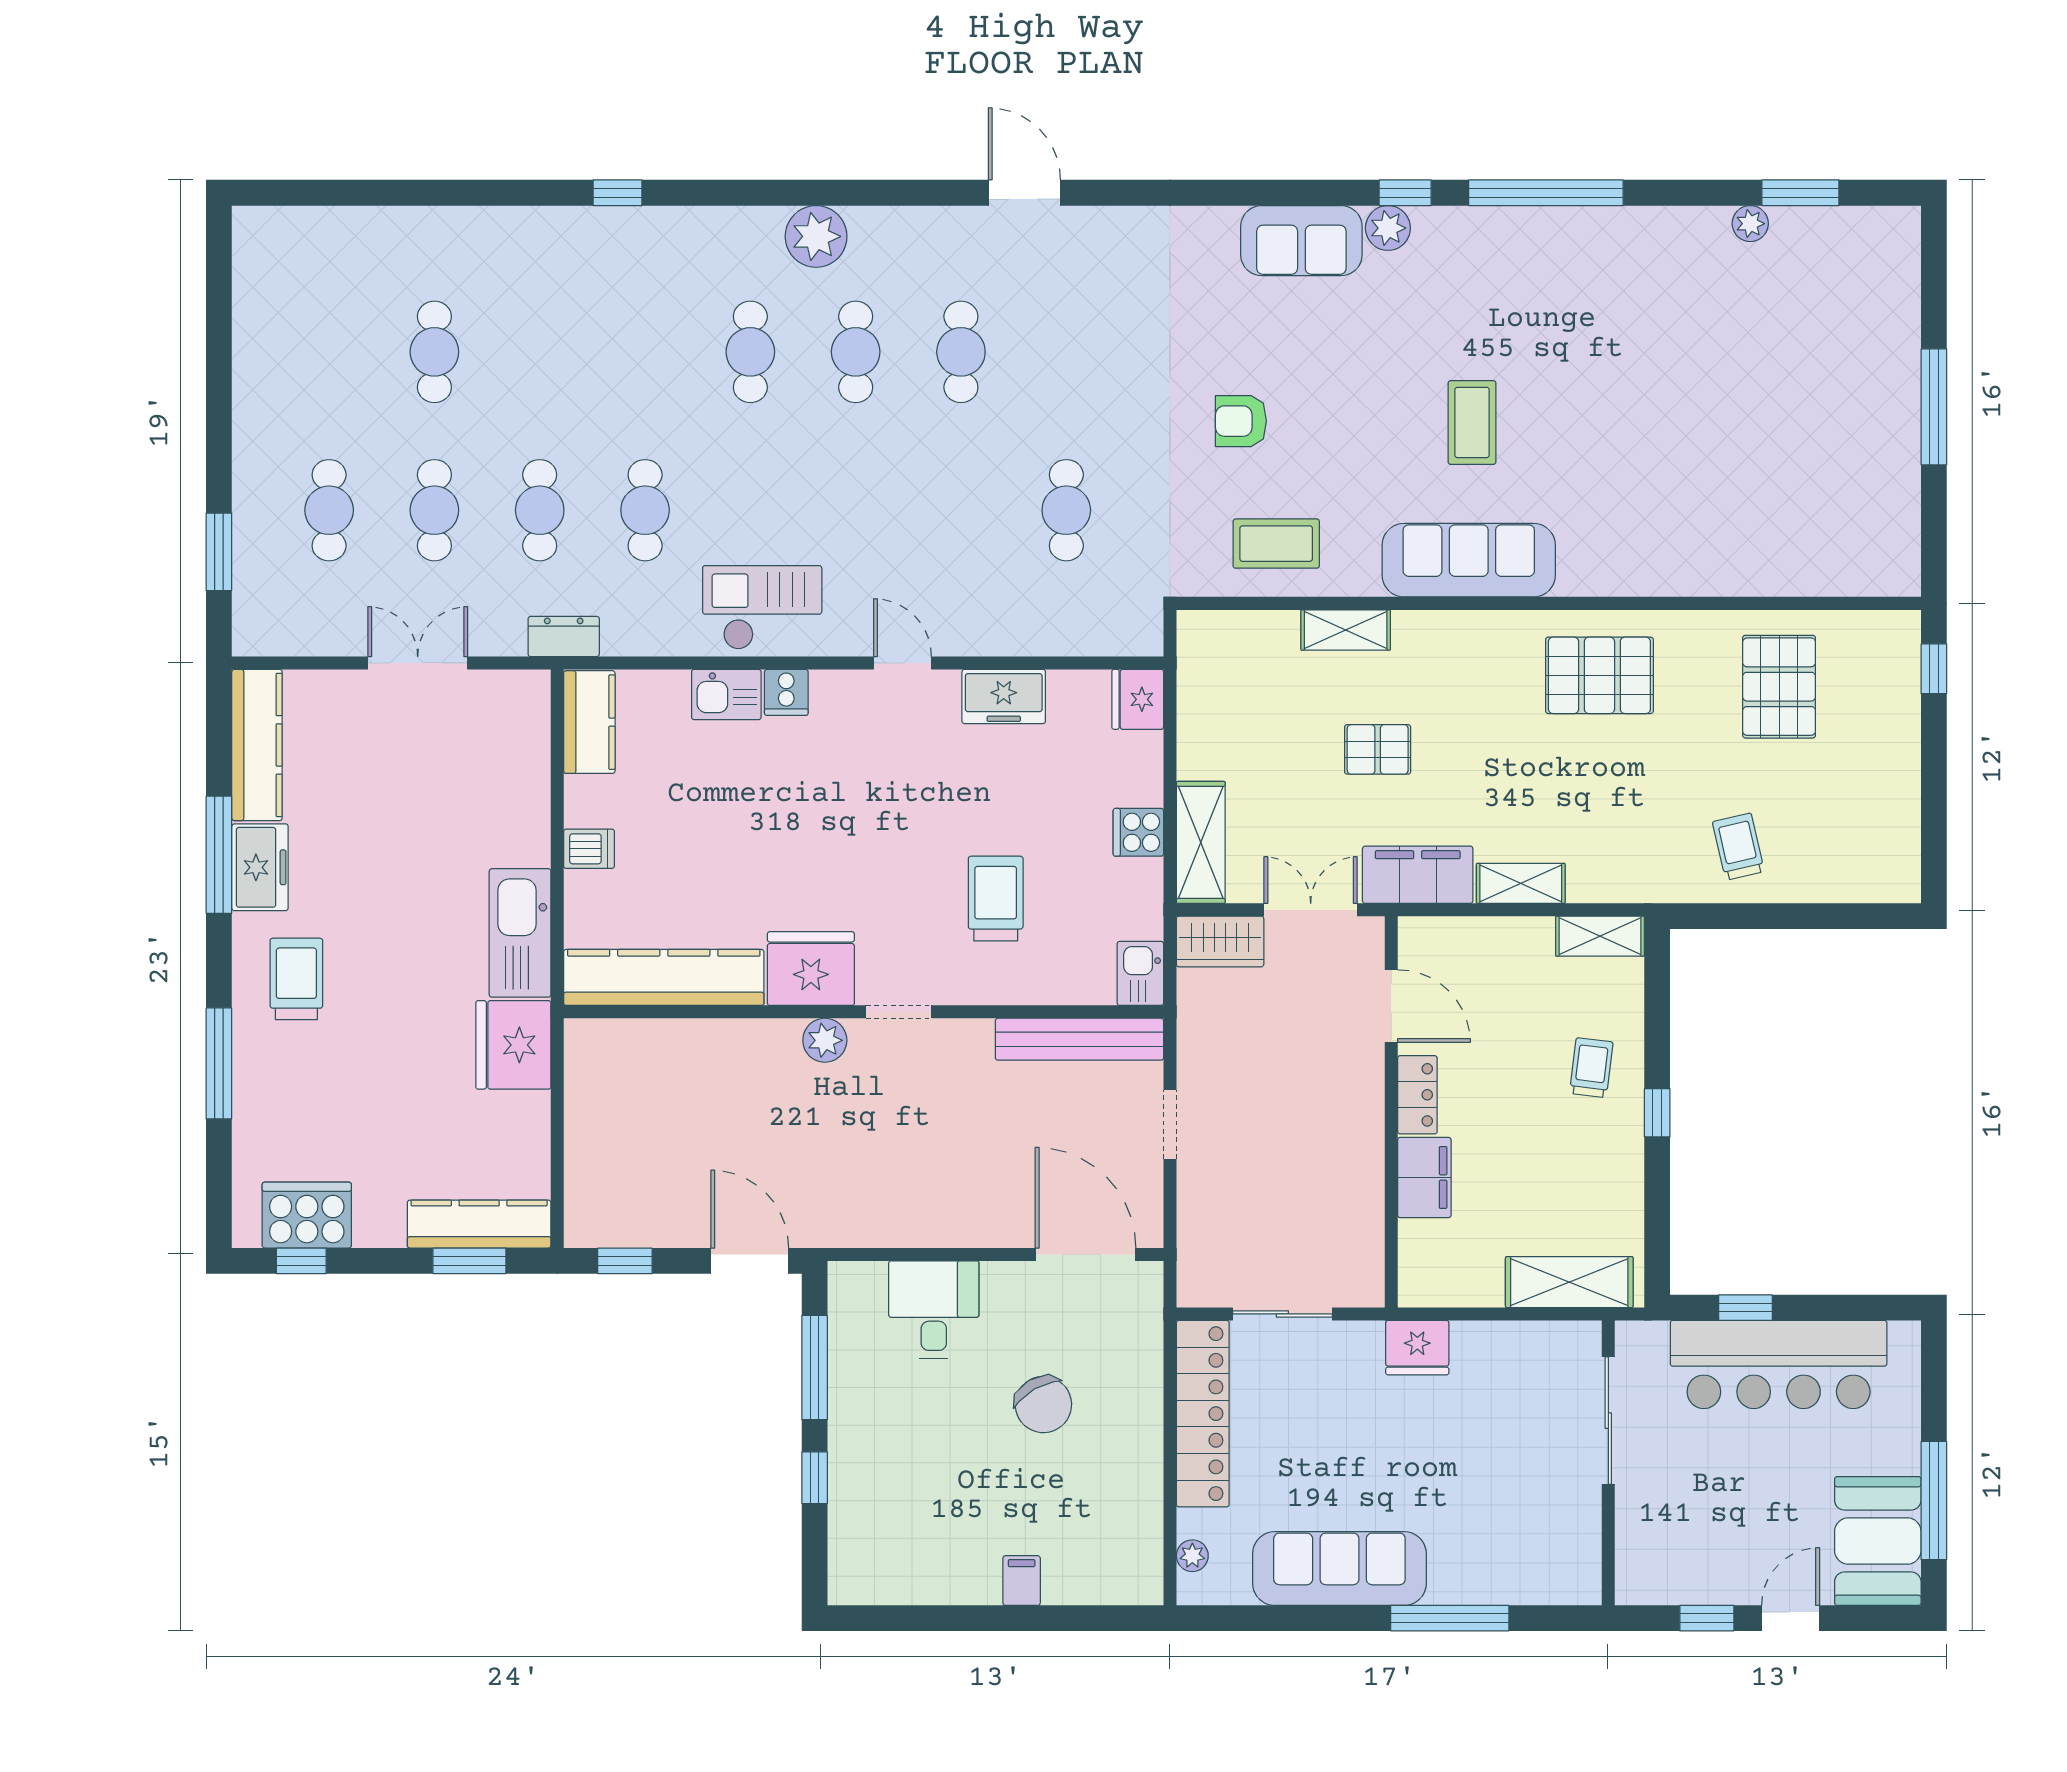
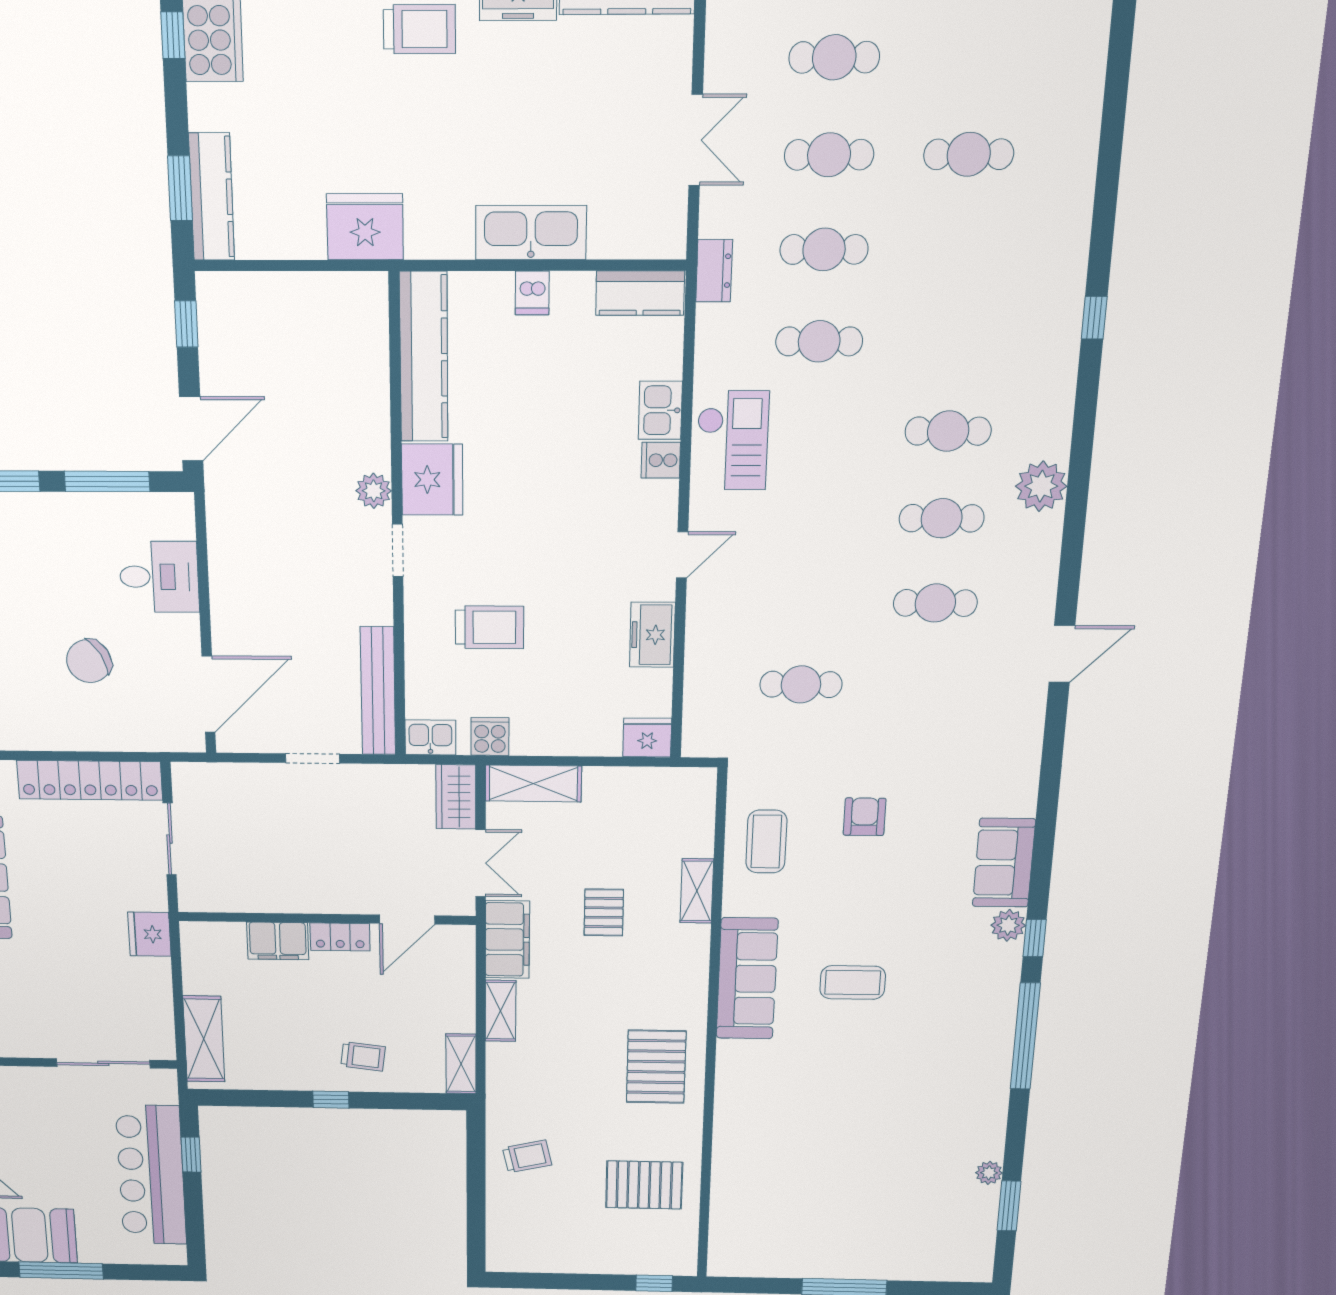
cooker: (1138, 832) -> (490, 737), moved
kitchen sink: (520, 933) -> (531, 233), moved

